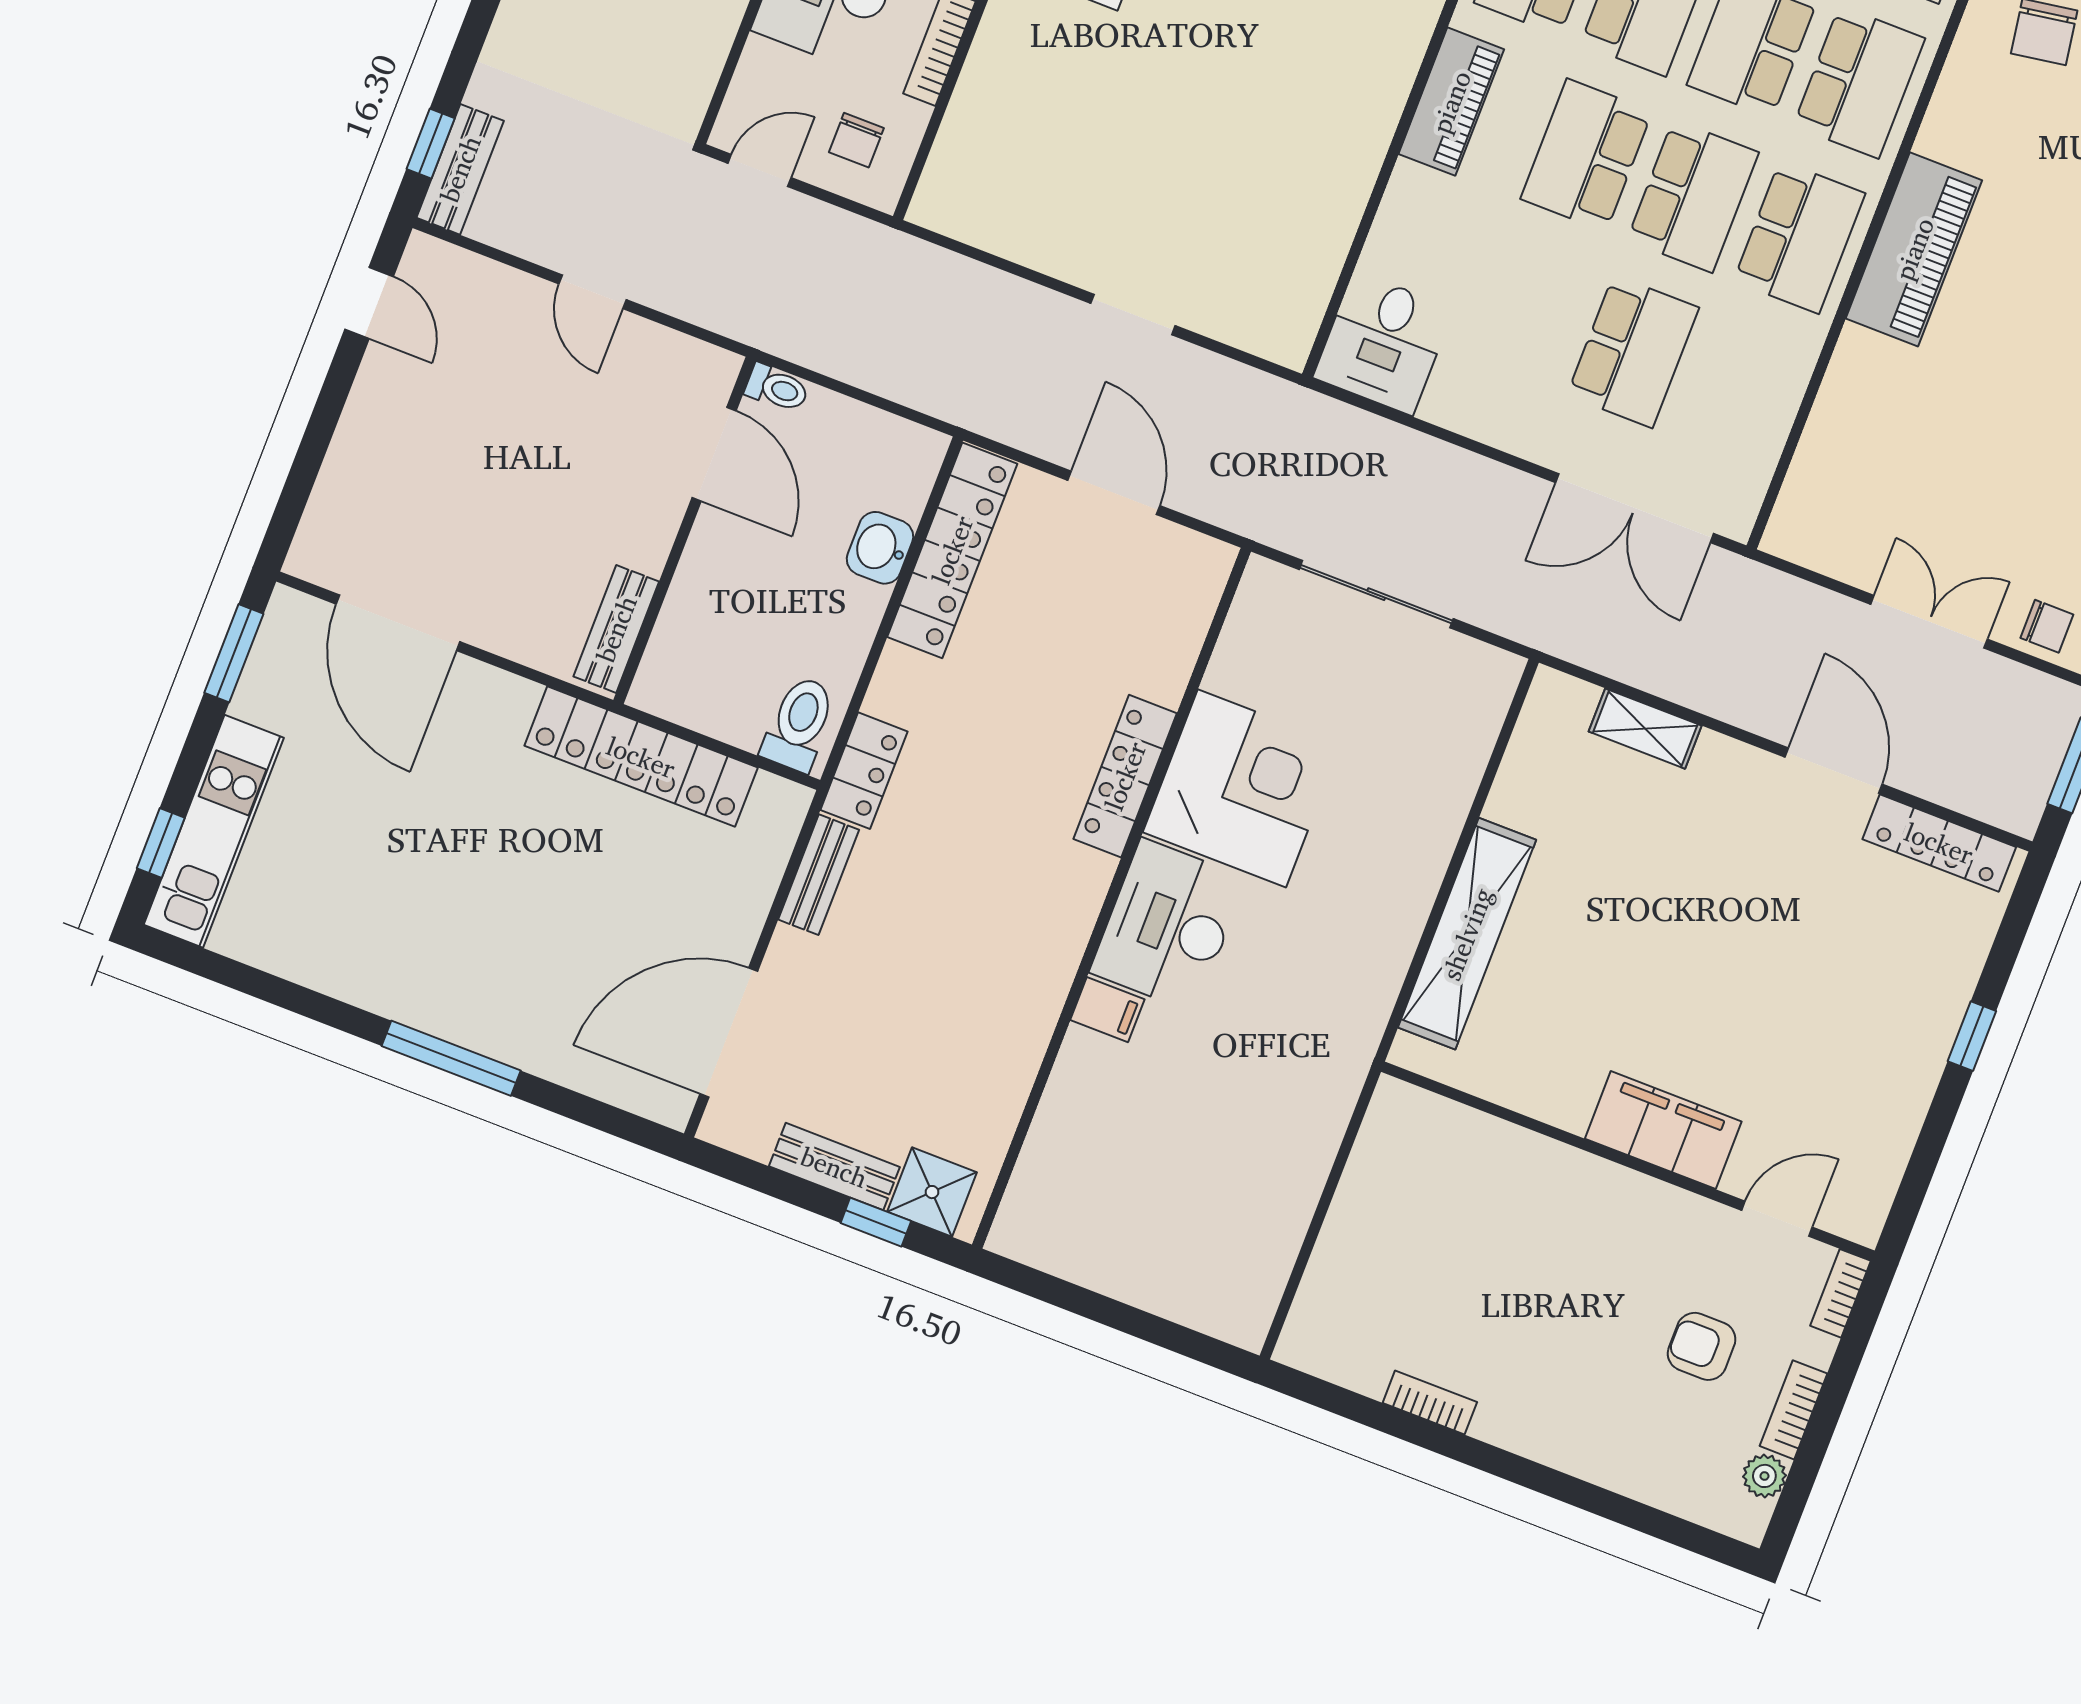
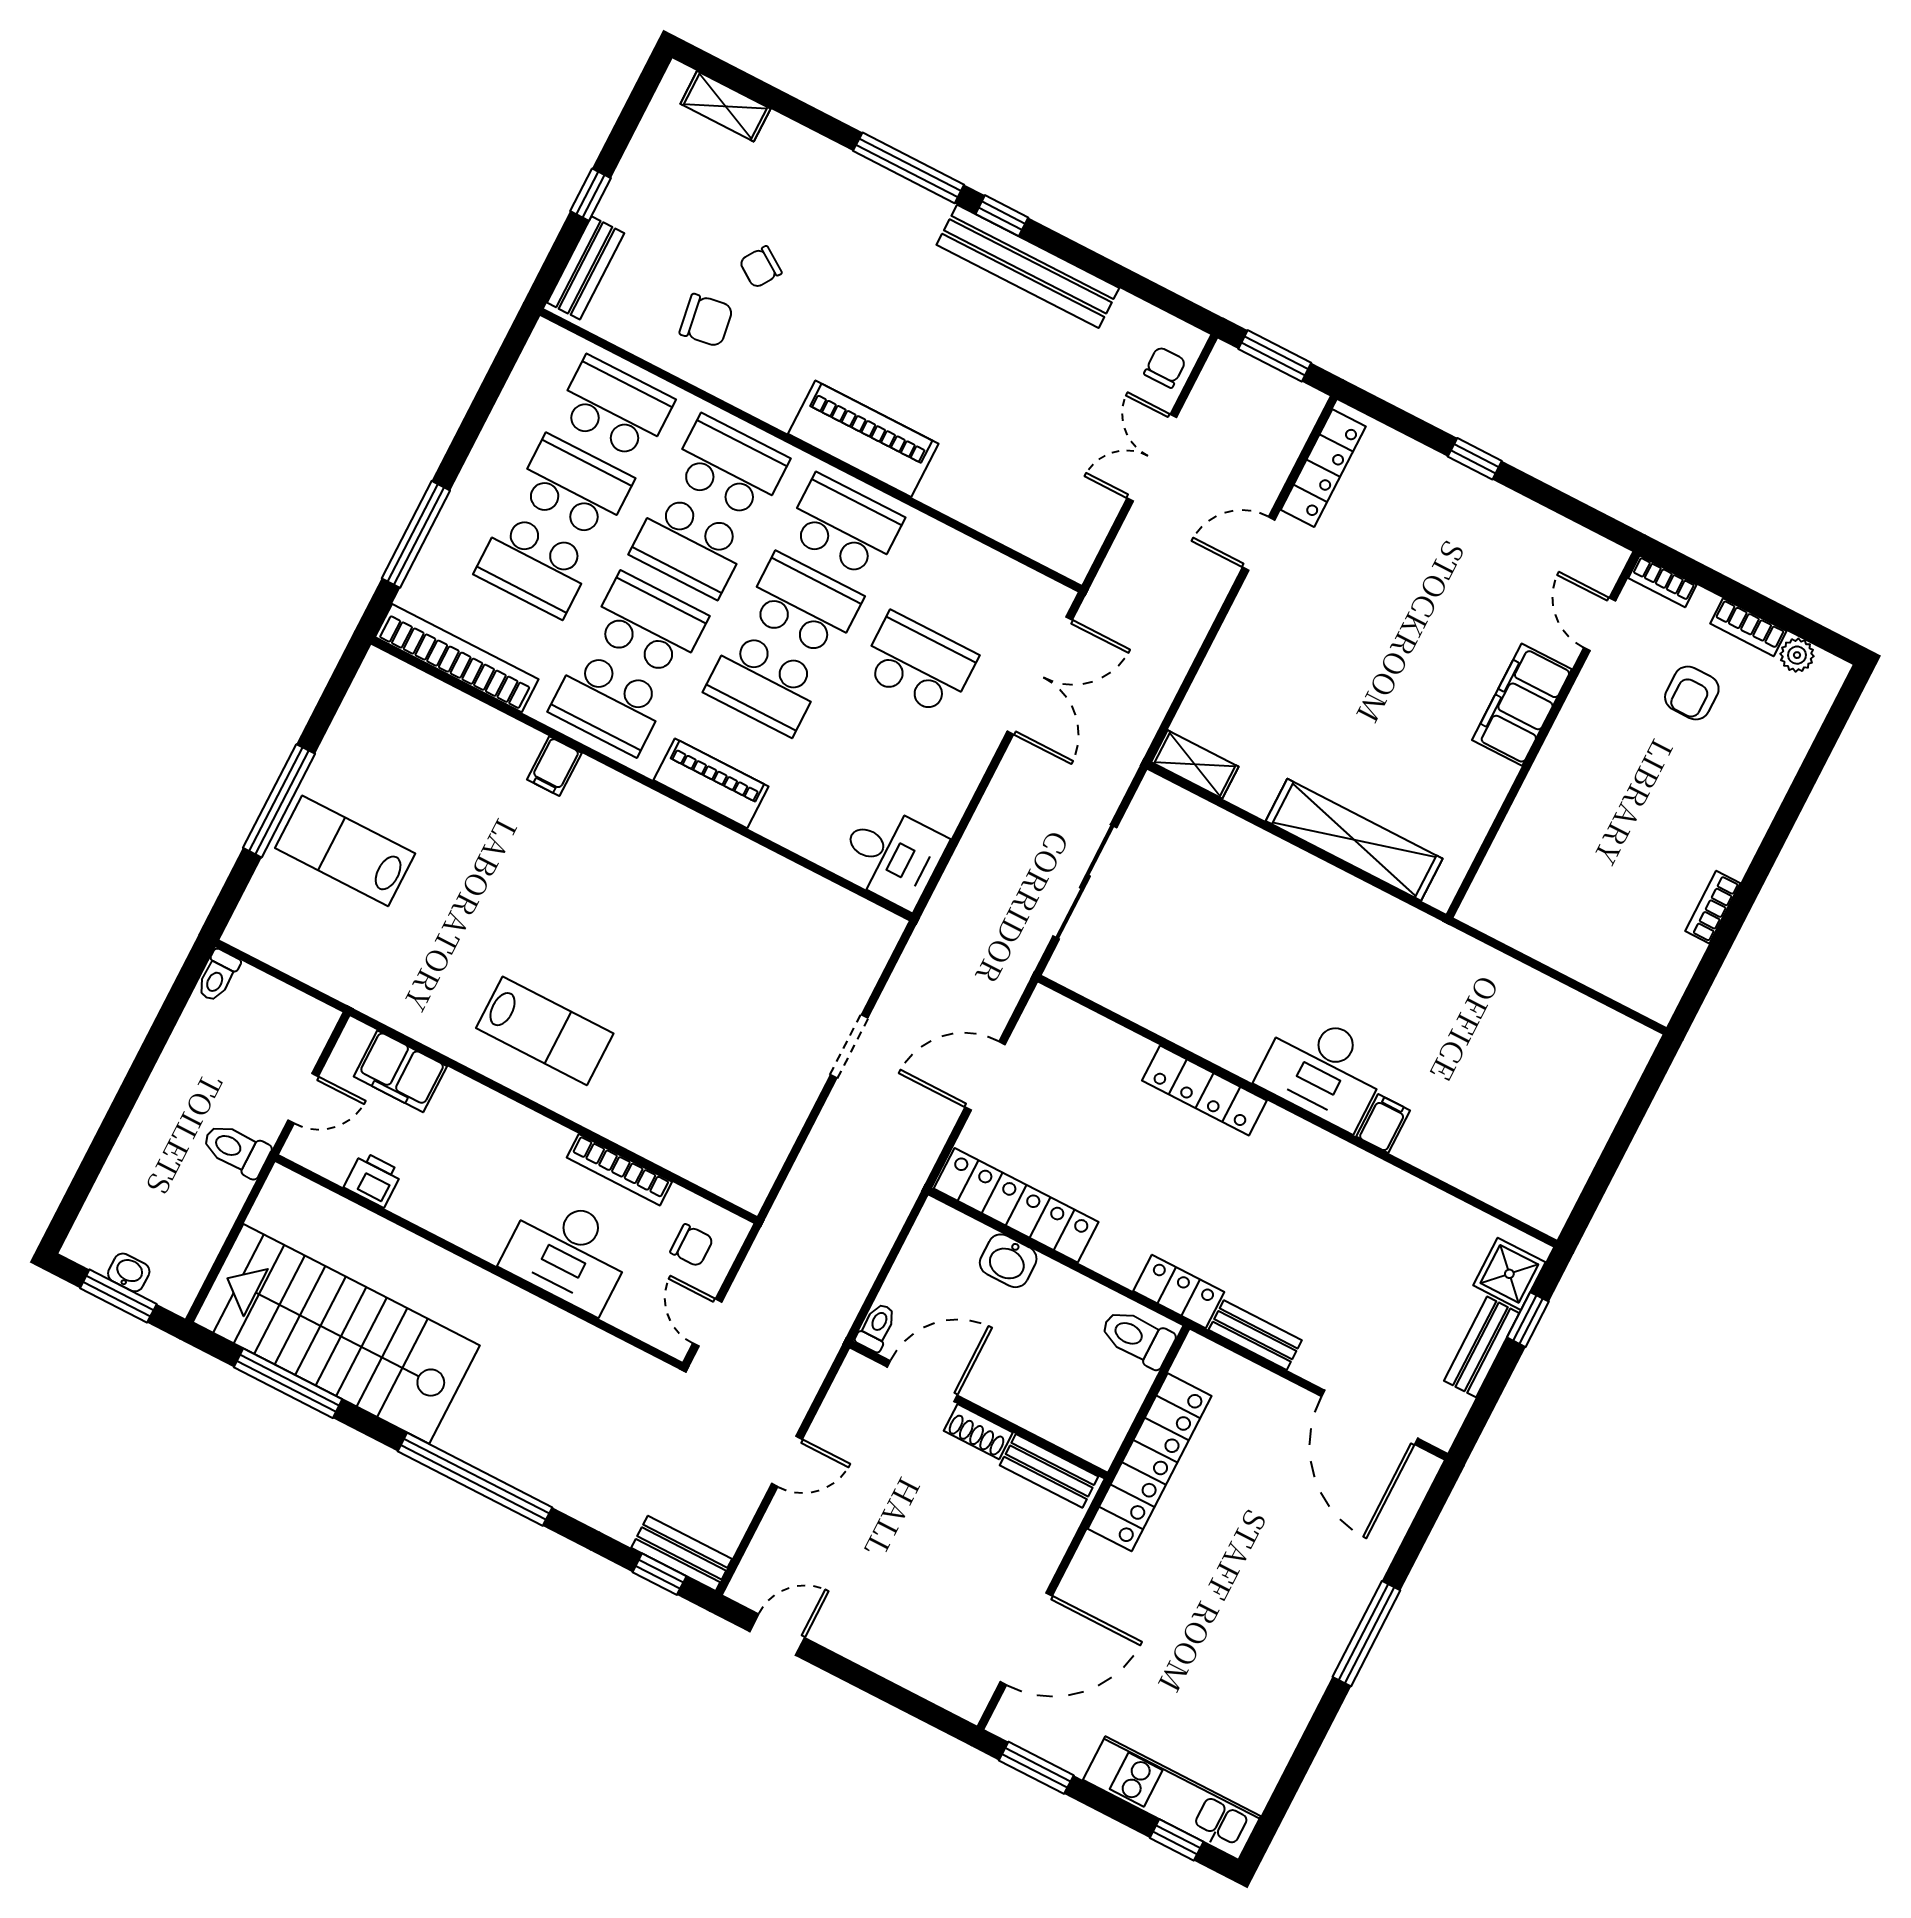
shoe rack: (657, 533) -> (978, 1432), added
shelving: (1645, 729) -> (1195, 764), moved, turned 90
door: (1834, 771) -> (1259, 544), width x0.73
corner desk: (1242, 788) -> (1224, 1002), removed

